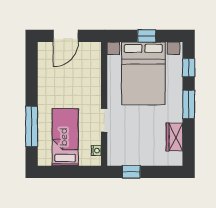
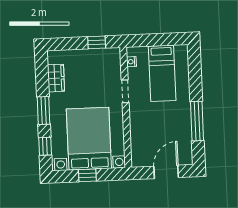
window: (32, 126) -> (197, 121), moved

